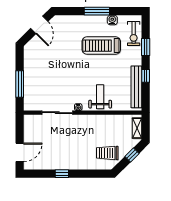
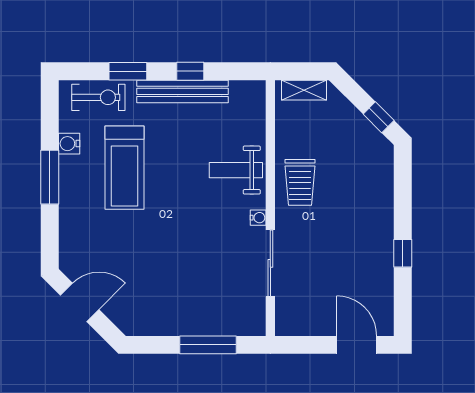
bench: (136, 87) -> (183, 91), moved
trolley: (107, 153) -> (300, 182), moved
window: (132, 155) -> (379, 117), moved

